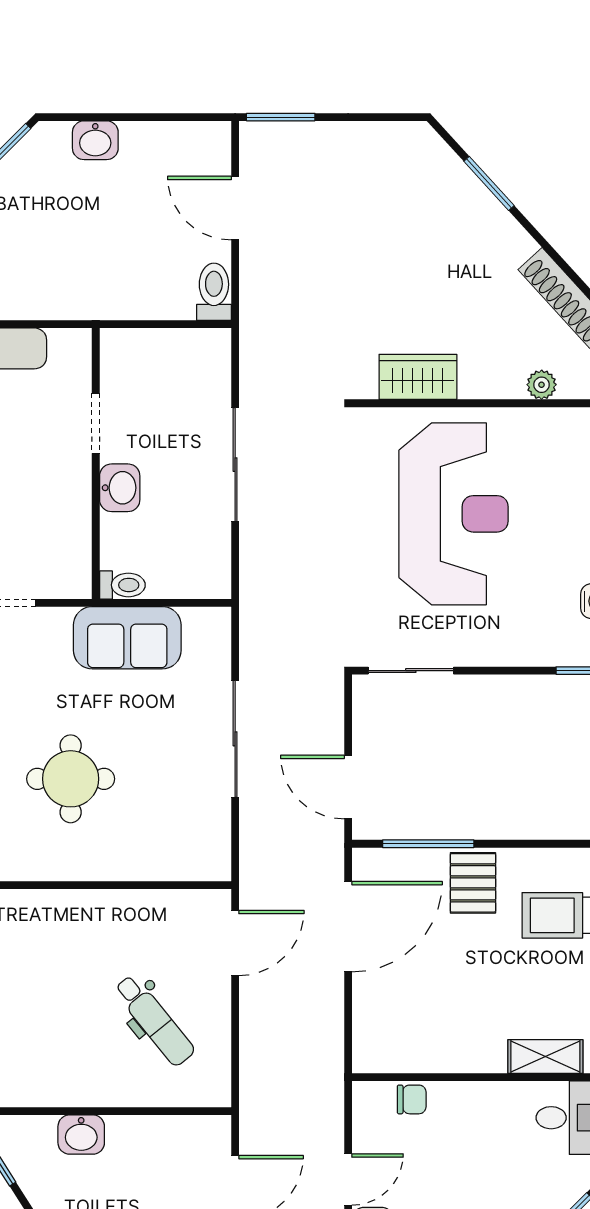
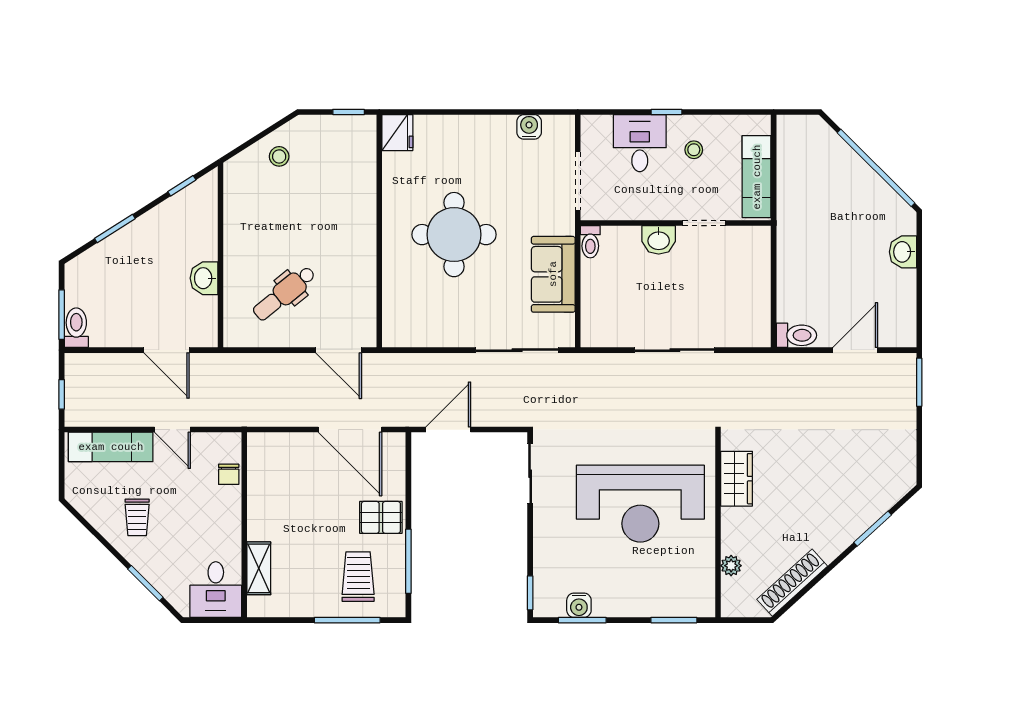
doorway: (96, 423) -> (704, 223), moved
wall: (96, 463) -> (676, 223), moved
washbasin: (120, 488) -> (659, 240), moved
toilet: (122, 585) -> (590, 242), moved
sliding door: (235, 739) -> (517, 350), moved
round table: (71, 779) -> (454, 235), width x1.36, depth x1.36
window: (428, 844) -> (408, 561), moved
washbasin: (81, 1135) -> (204, 278), moved

